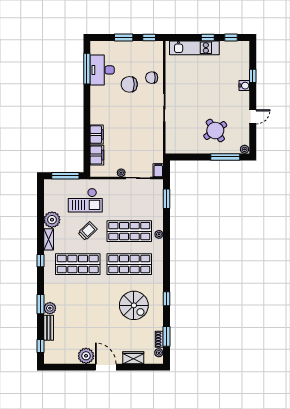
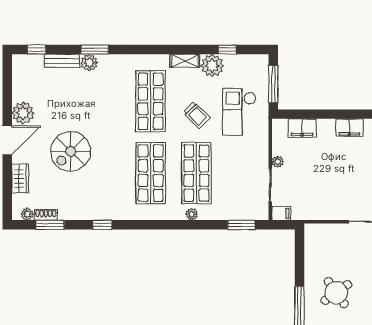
filing cabinet: (97, 134) -> (349, 128), moved
window: (40, 261) -> (227, 50), moved
spiral stairs: (134, 305) -> (71, 151), moved

